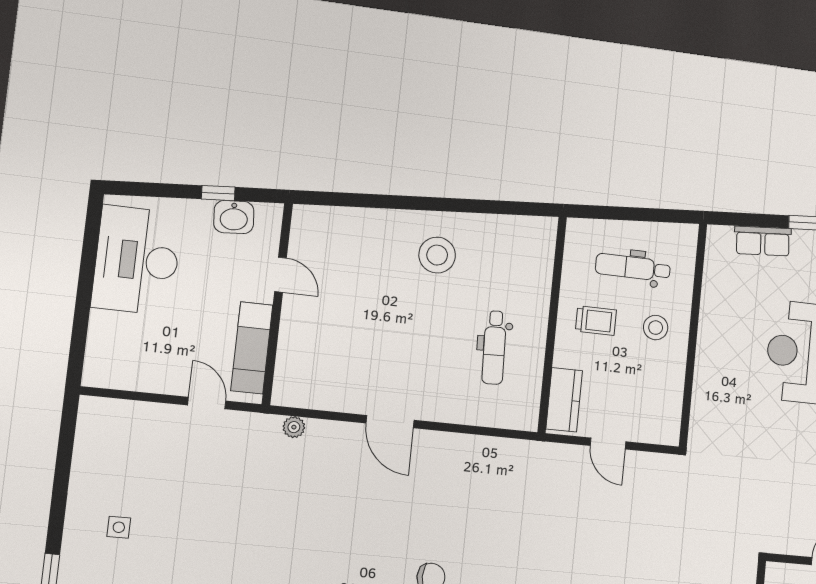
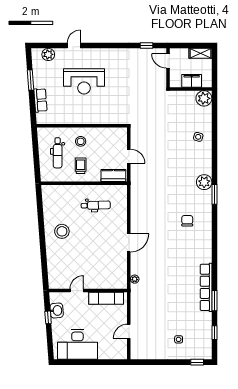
door: (207, 403) -> (129, 331), moved
door: (608, 444) -> (129, 156), hinge flipped

